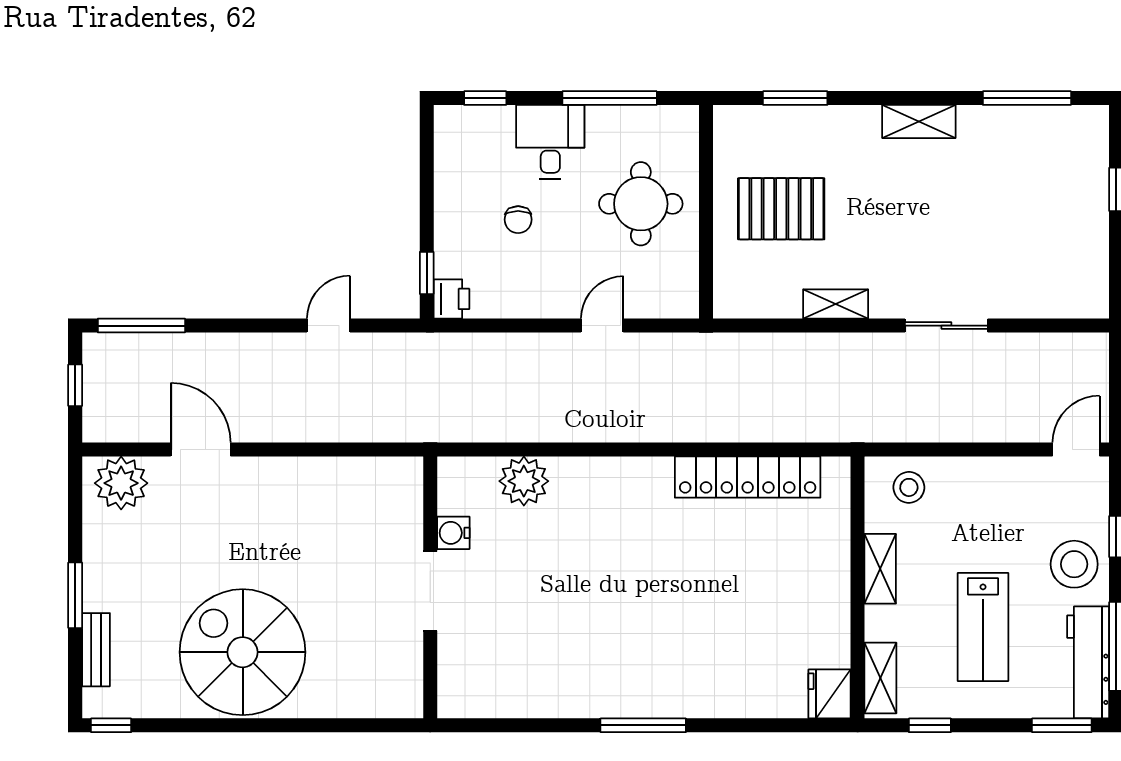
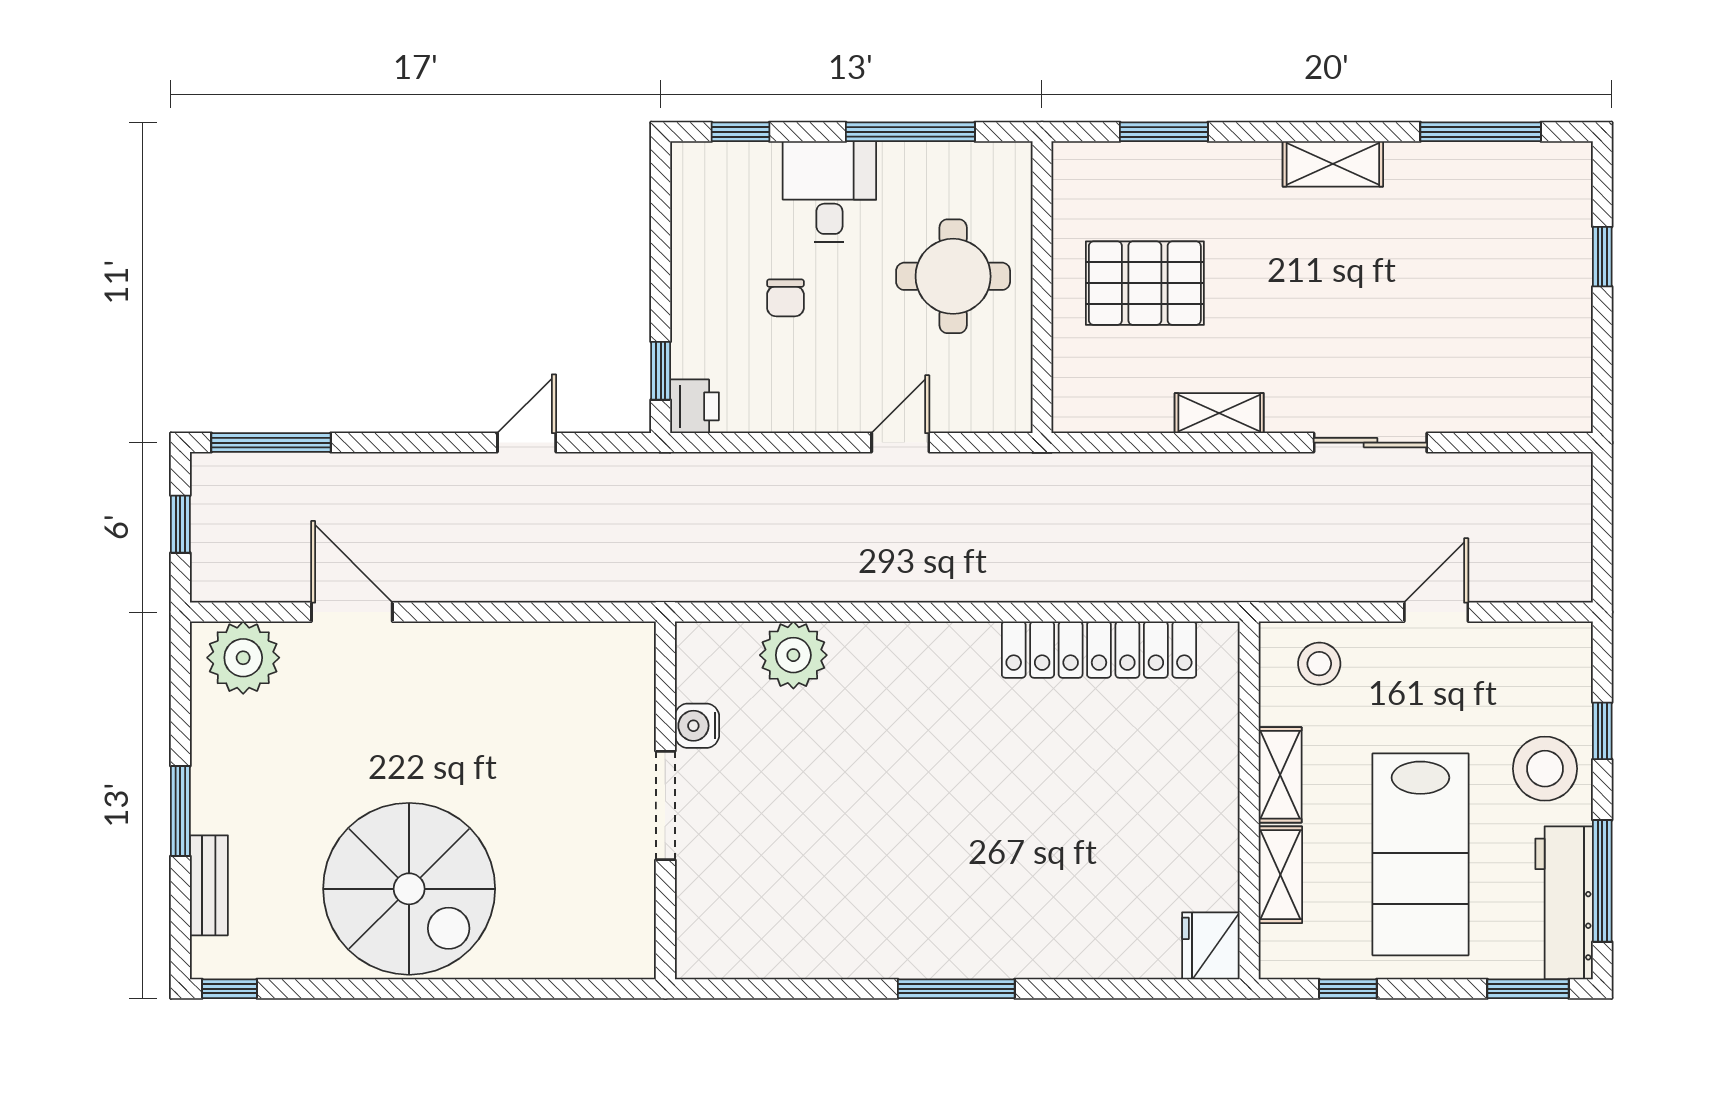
door: (1076, 450) -> (1436, 612), moved
lab bench: (983, 627) -> (1420, 854), width x1.36, depth x1.39
spiral stairs: (243, 652) -> (409, 889), turned 180
shelving: (880, 678) -> (1280, 875), moved

